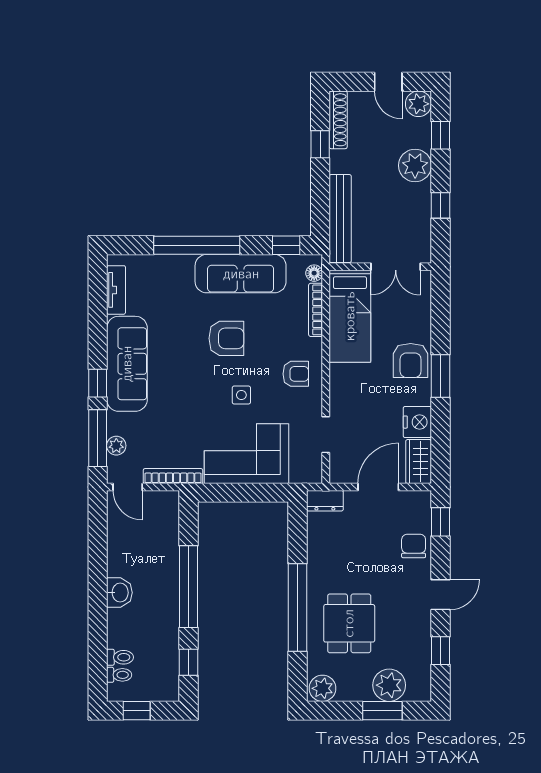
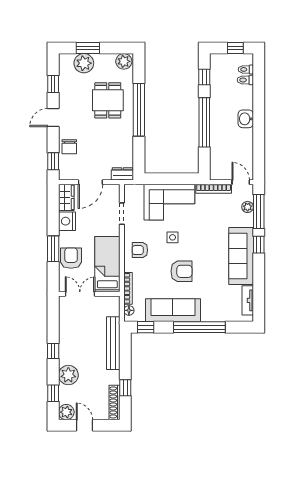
wall: (380, 267) -> (89, 294), moved
double door: (396, 267) -> (80, 294), moved
bed: (350, 316) -> (107, 264), moved
armchair: (226, 338) -> (182, 271), turned 180

